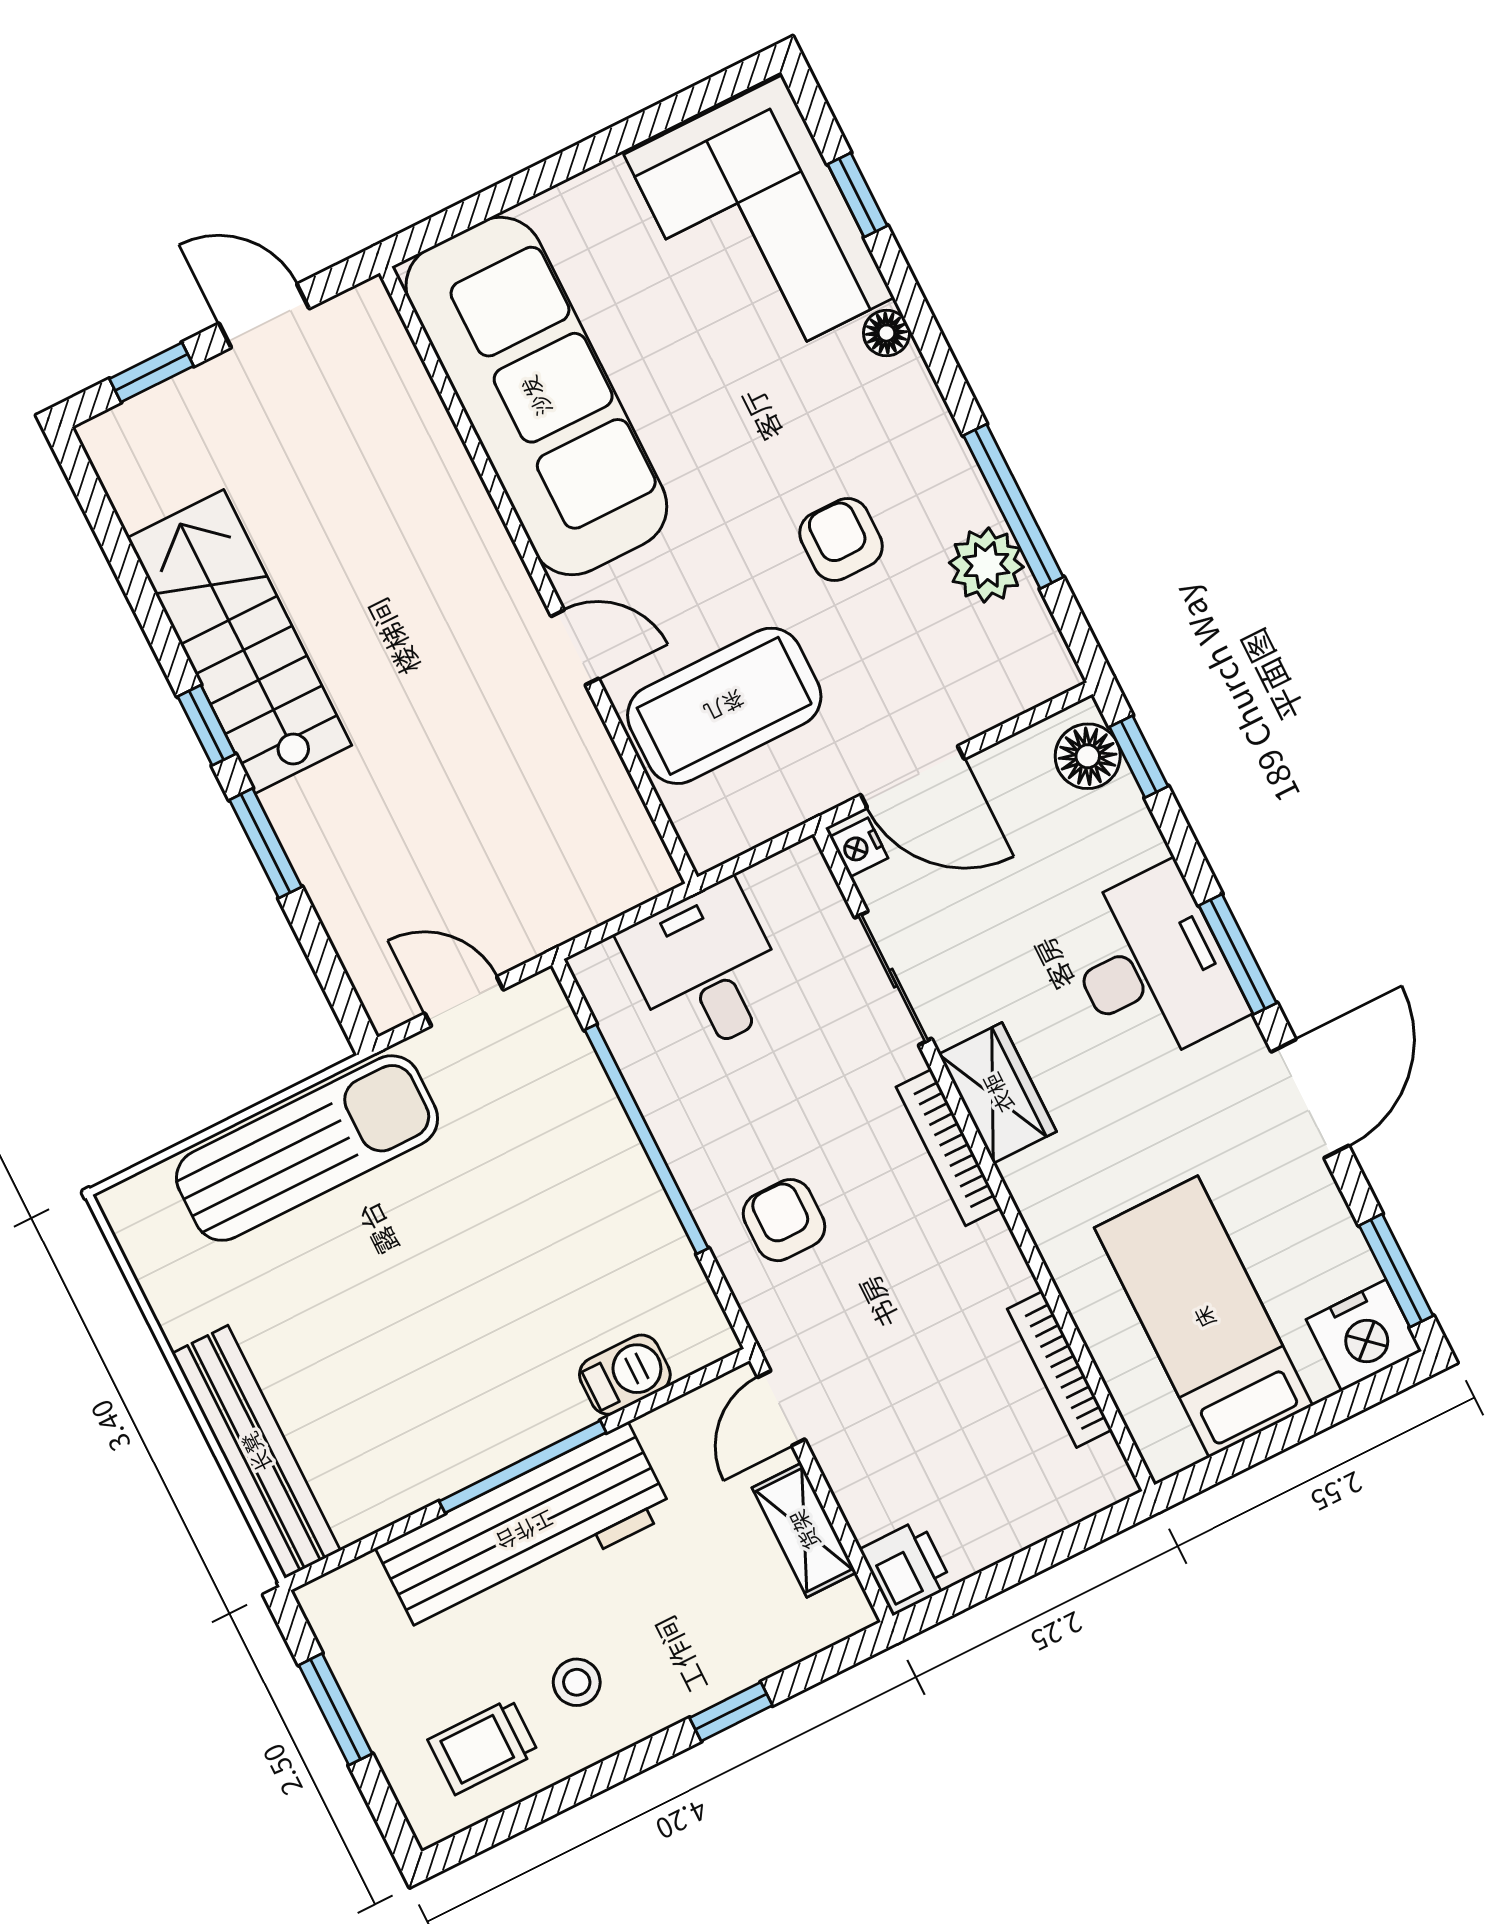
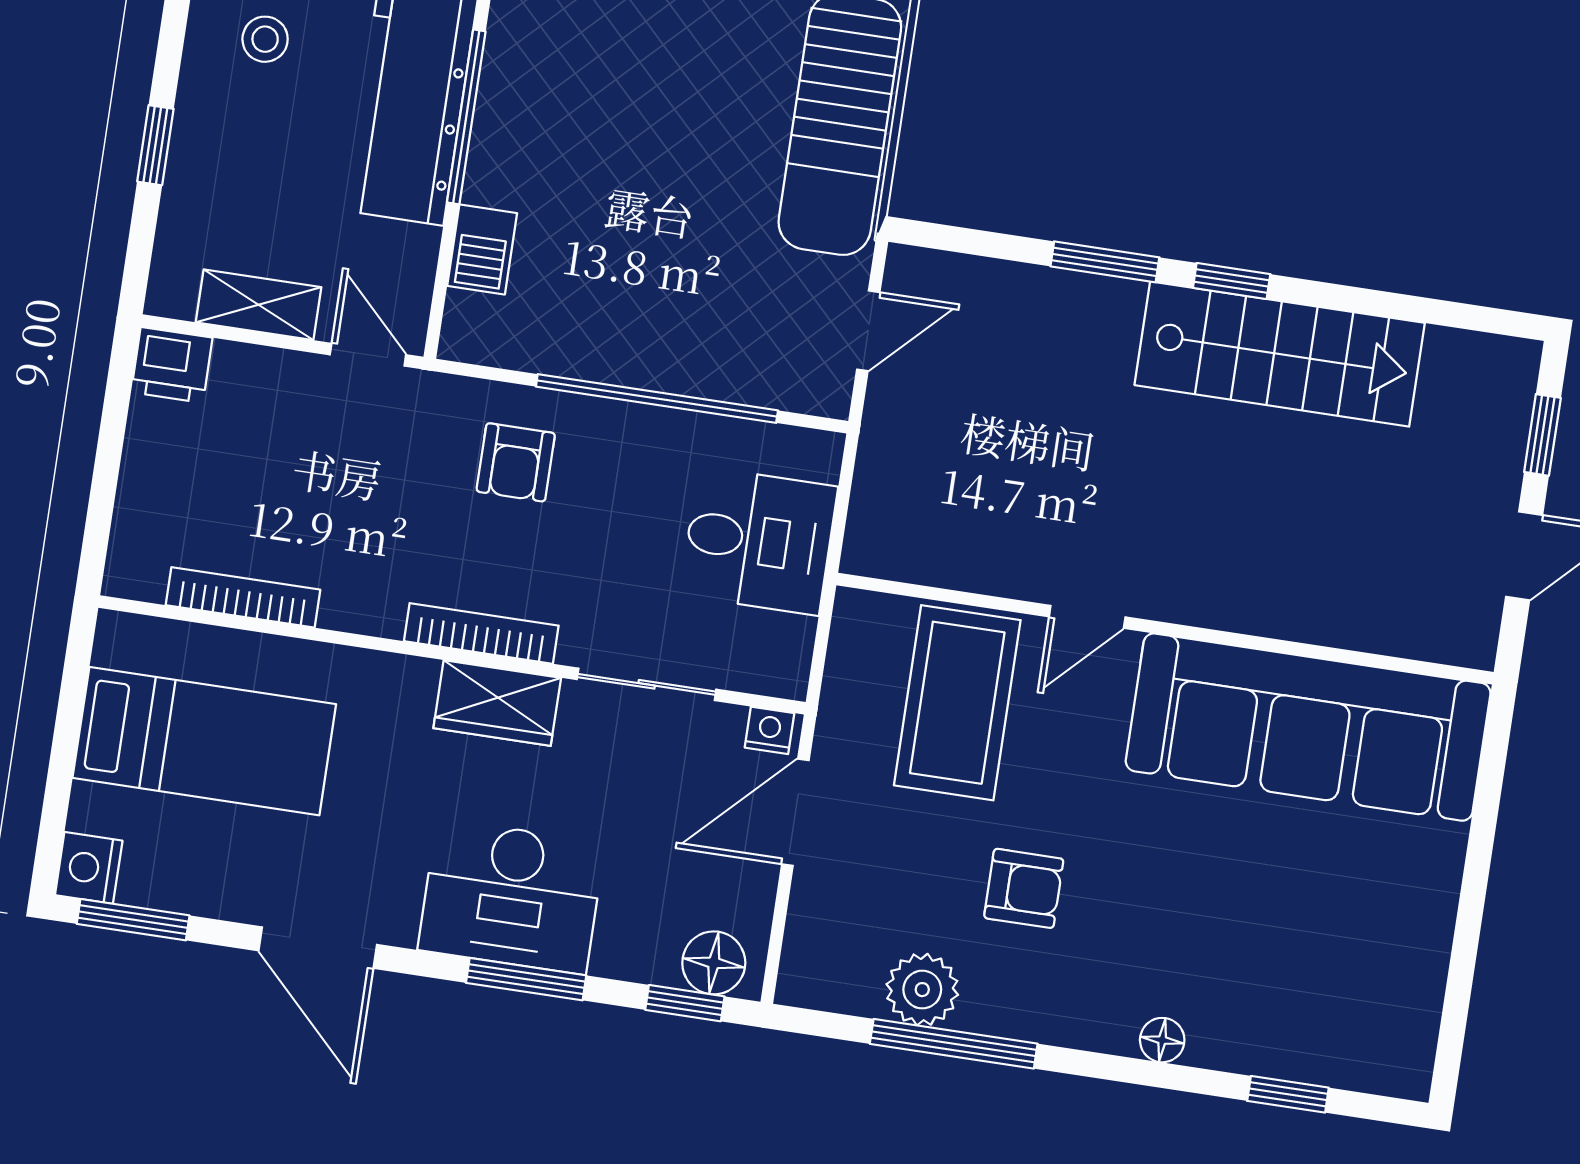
corner sofa: (759, 226) -> (1319, 999), removed
window: (1238, 954) -> (526, 979), moved
armchair: (784, 1220) -> (516, 462), turned 90
nightstand: (1364, 1335) -> (89, 868), width x0.74, depth x0.75

